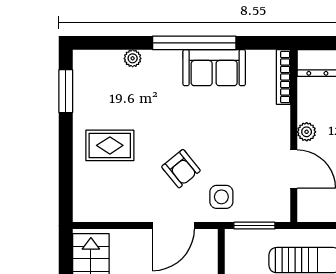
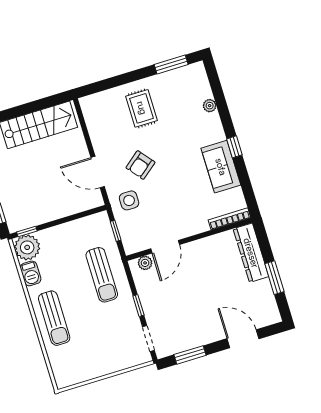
window: (194, 43) -> (234, 147), width x0.32
plant: (307, 132) -> (145, 263), moved
window: (254, 226) -> (116, 231), width x0.67

